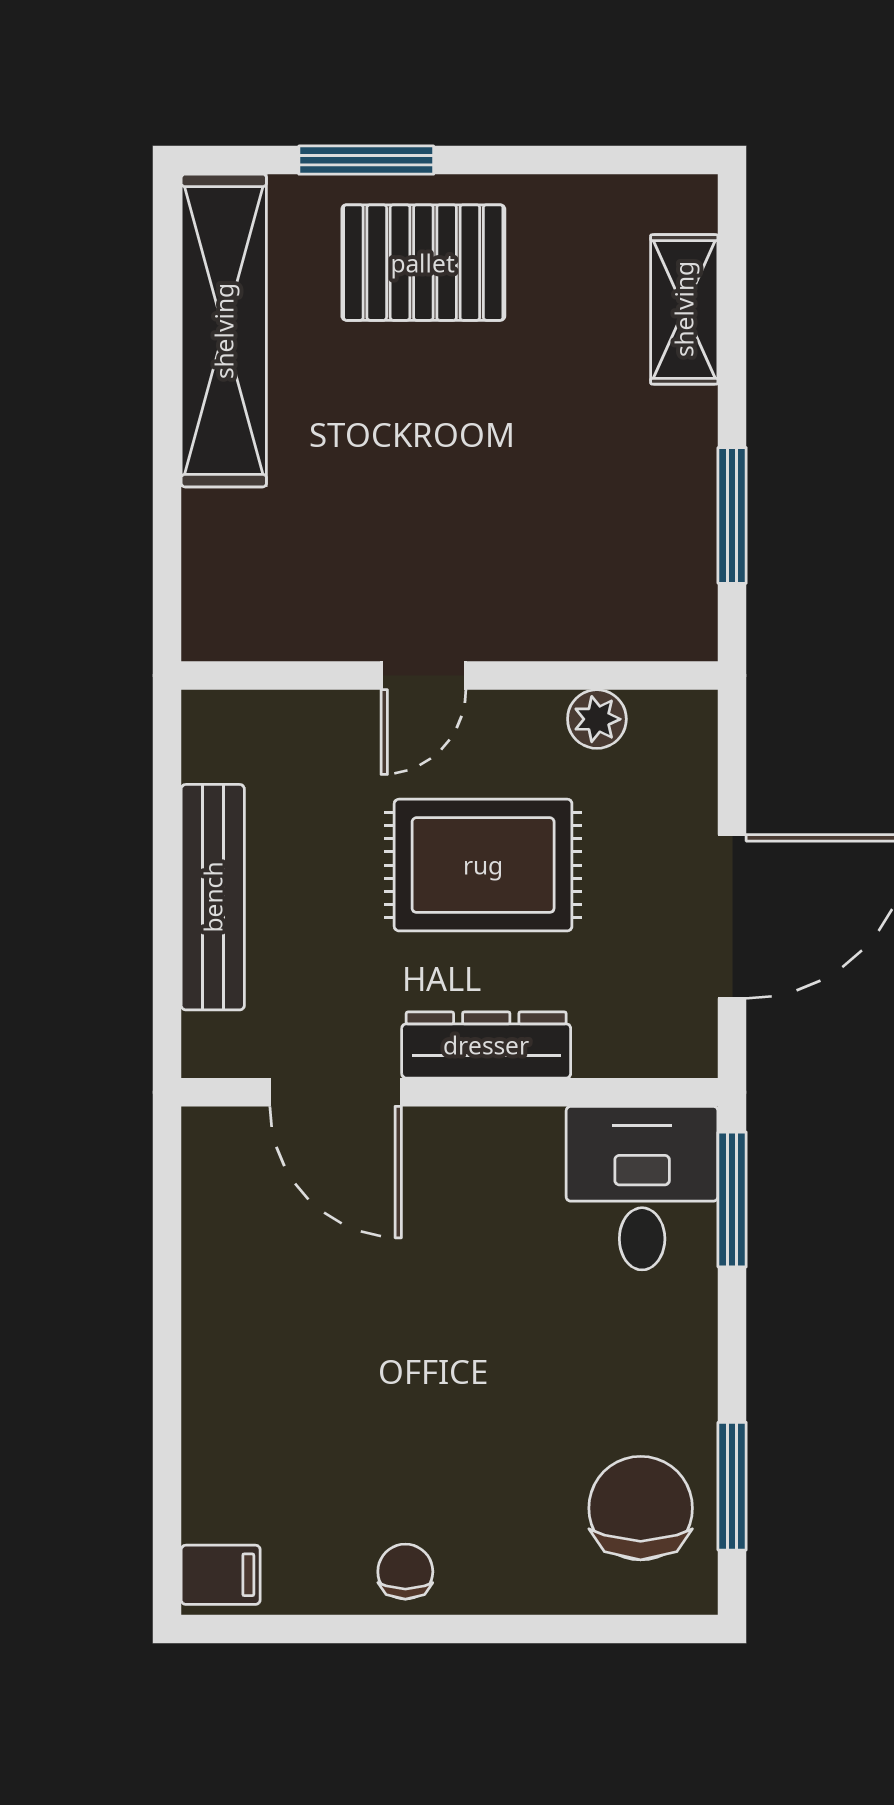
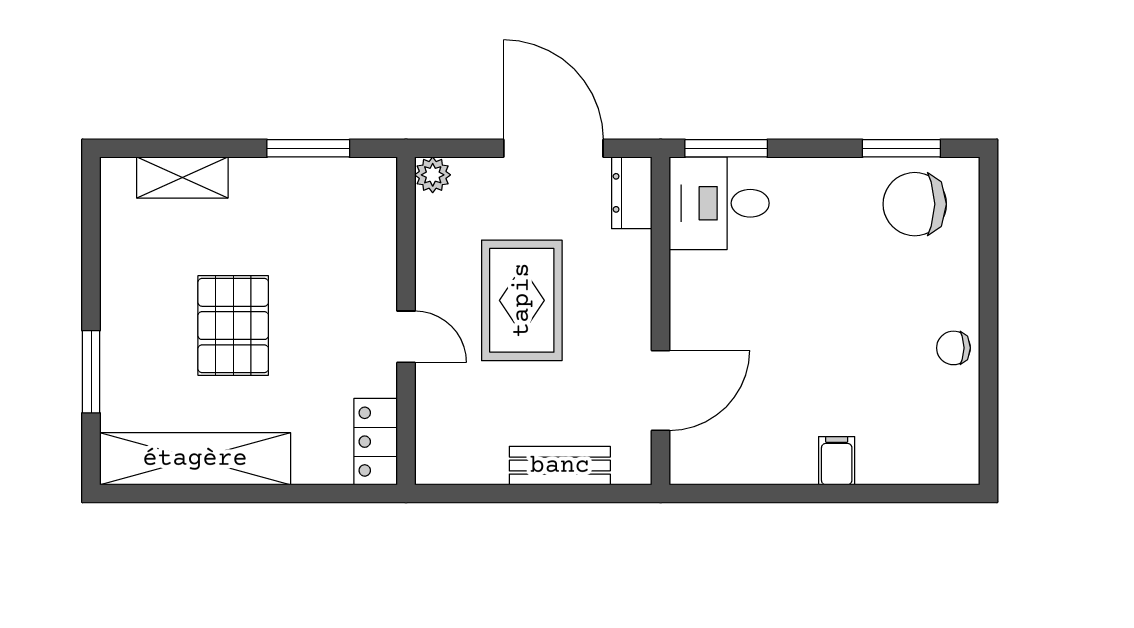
pallet: (423, 263) -> (233, 326), moved
locker: (252, 626) -> (376, 442), added
plant: (597, 719) -> (433, 175), moved
bench: (213, 897) -> (560, 466), width x0.73
dresser: (486, 1045) -> (632, 193), moved, width x0.70
filing cabinet: (221, 1575) -> (837, 461), moved

